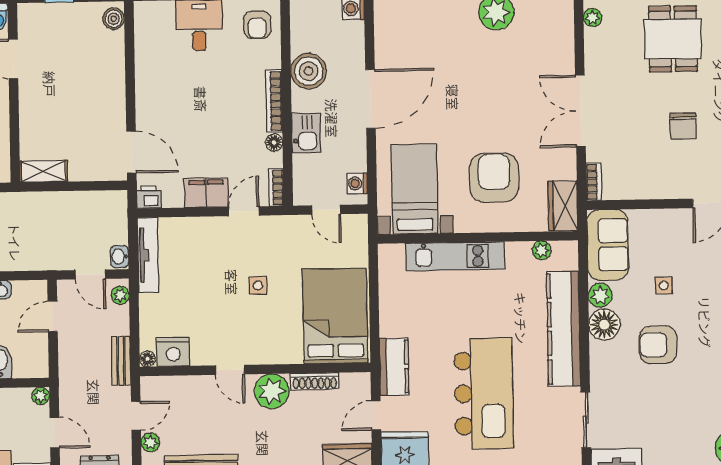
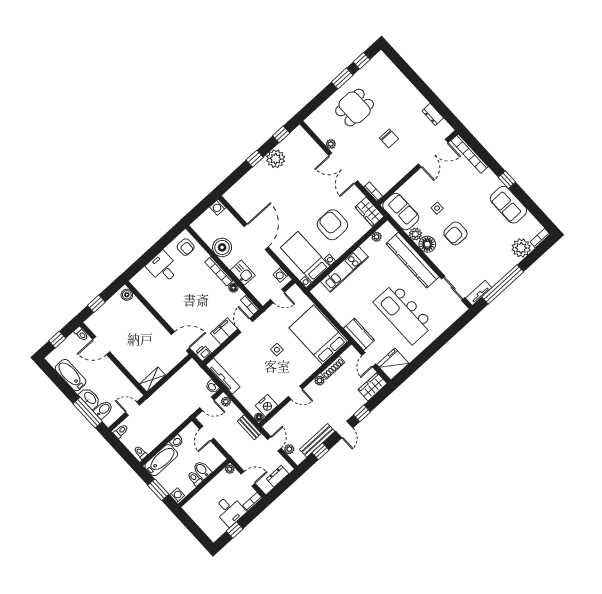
plant: (593, 17) -> (331, 144), moved
dining table: (673, 39) -> (355, 108), turned 90
plant: (272, 391) -> (320, 381), width x0.53, depth x0.53
kitchen island: (484, 393) -> (404, 313), turned 180

